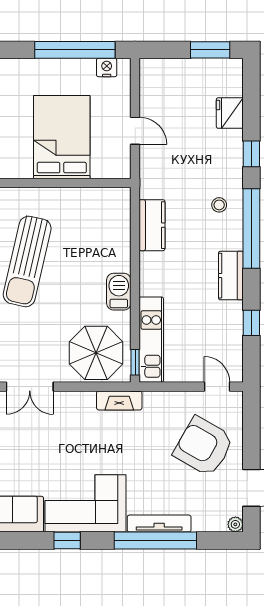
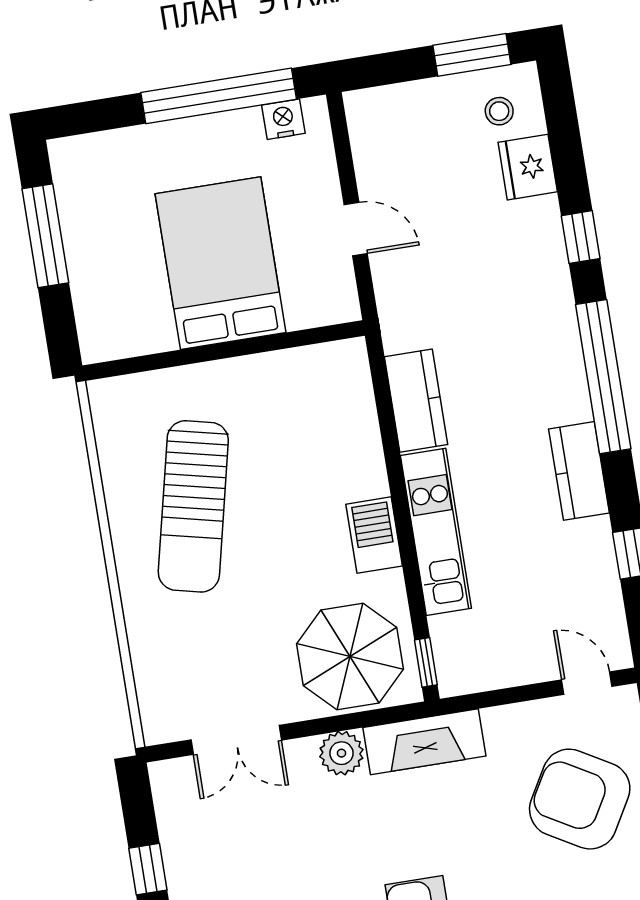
stool: (219, 205) -> (499, 111), moved
kitchen unit: (151, 340) -> (436, 532), moved
fireplace: (119, 400) -> (424, 742), width x1.37, depth x1.32
plant: (83, 402) -> (341, 753), added

